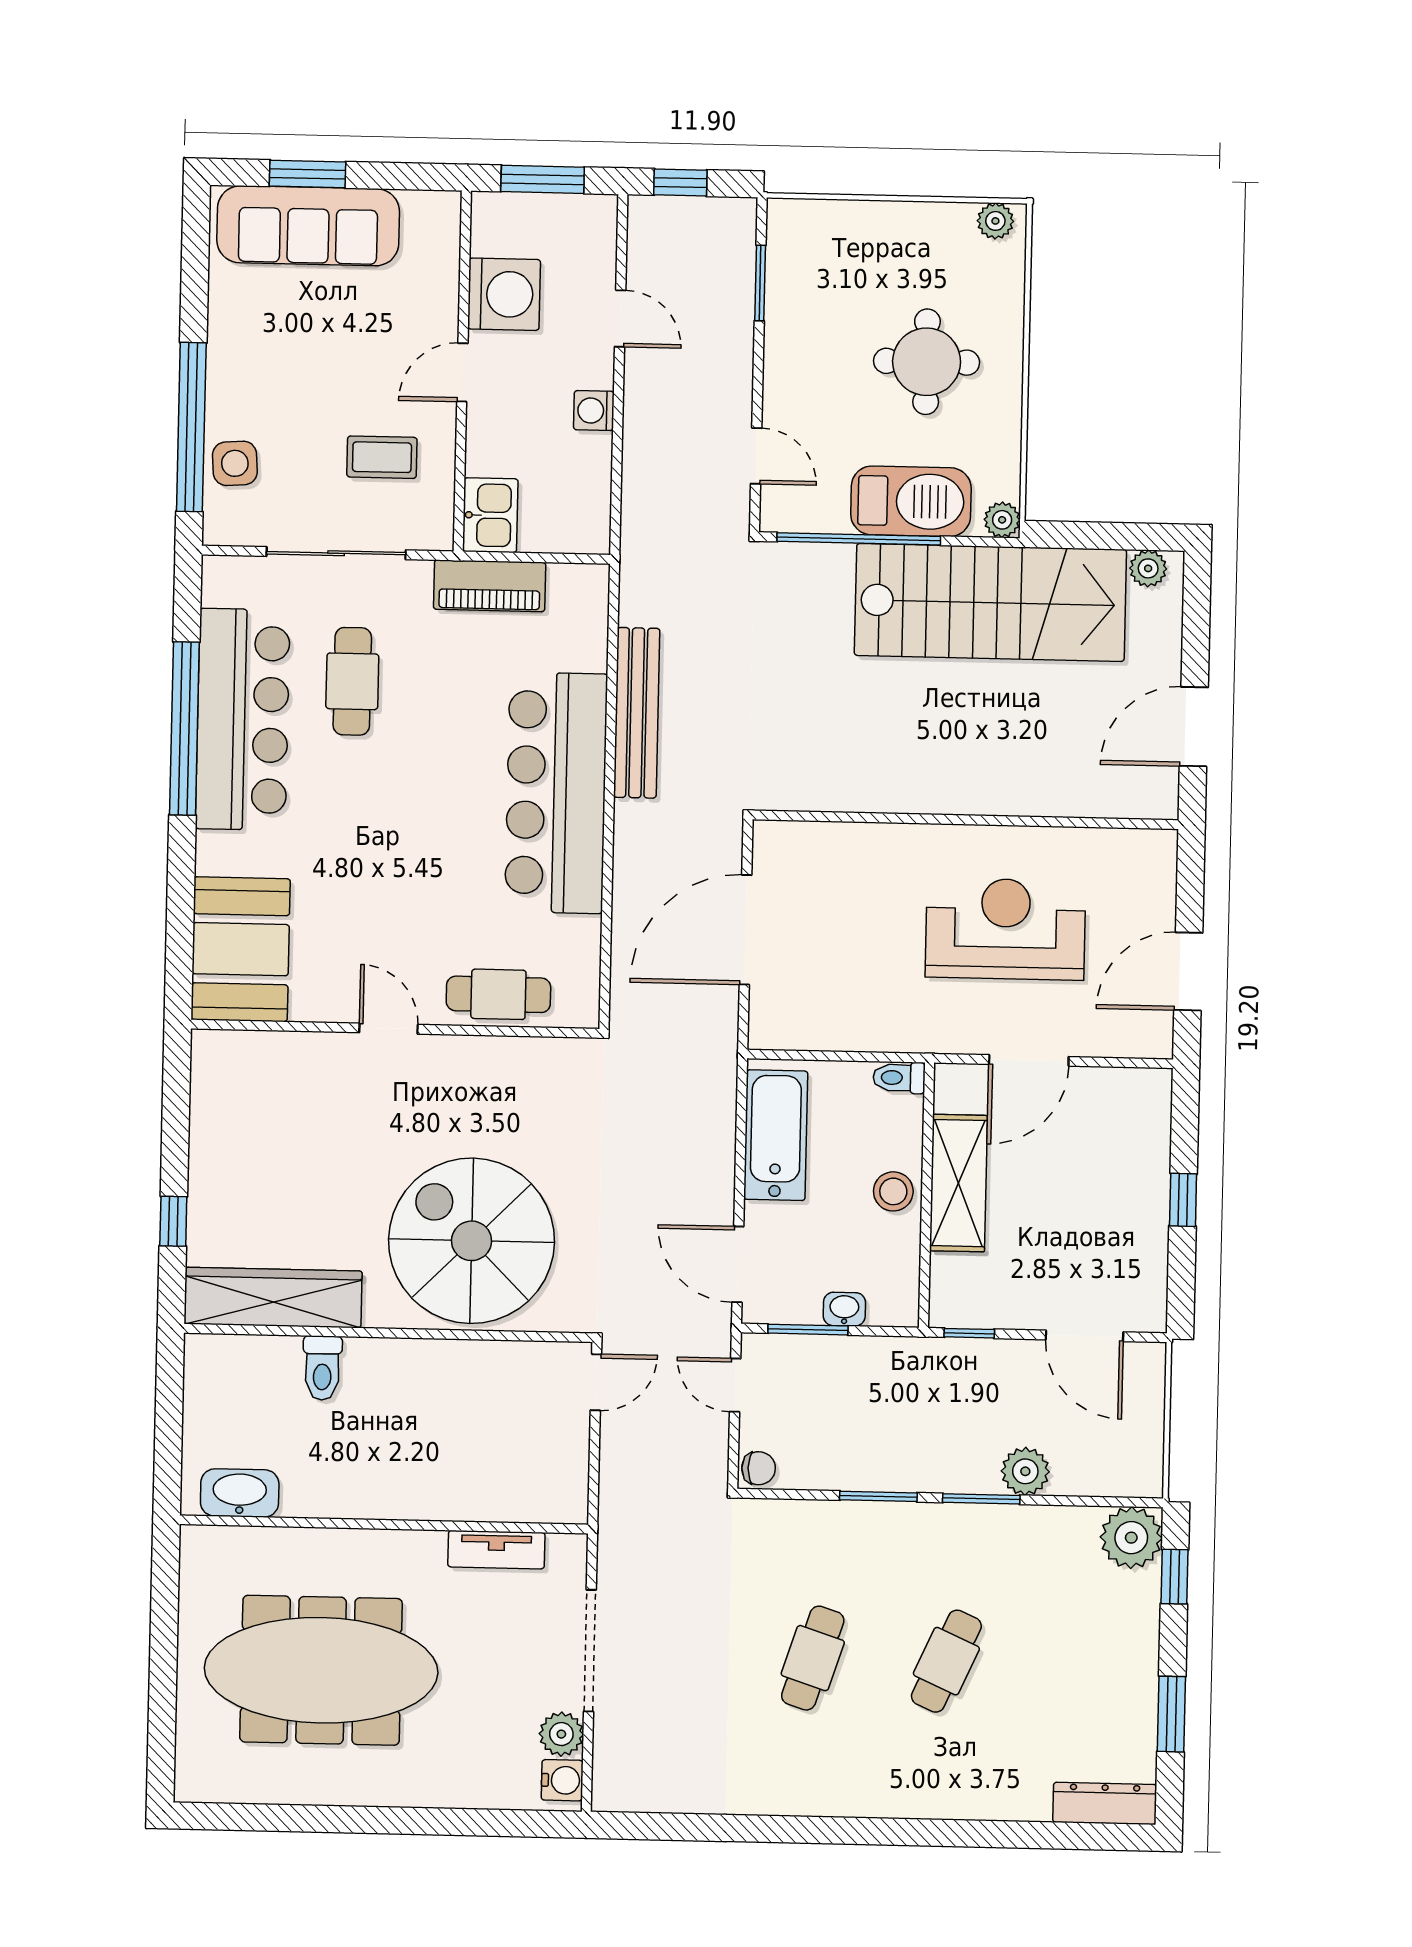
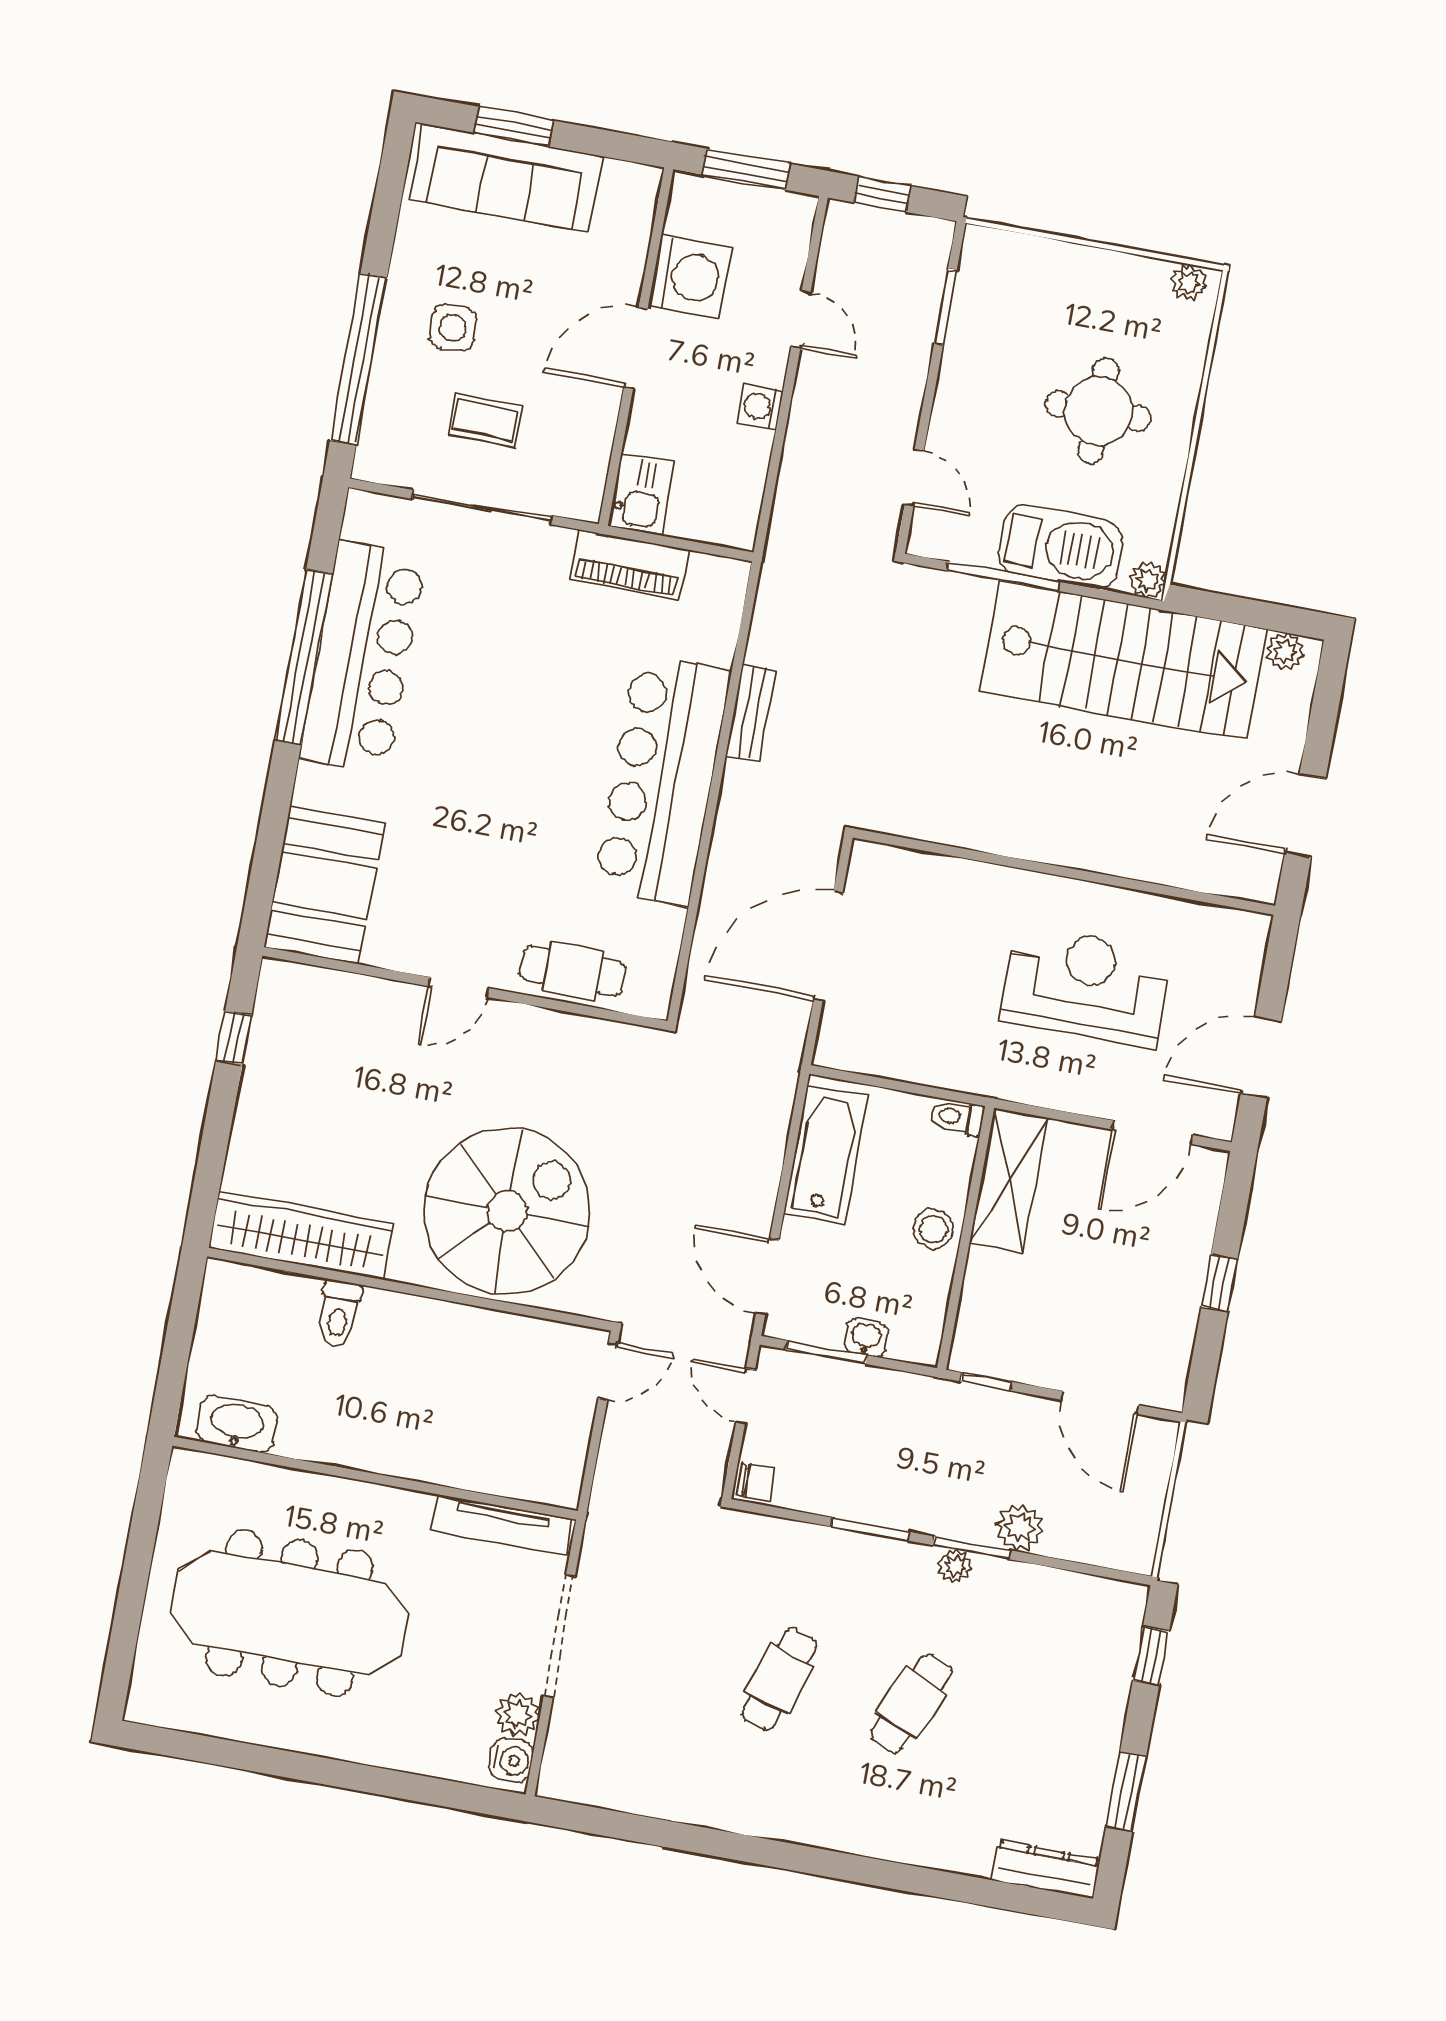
door: (462, 372) -> (636, 348), width x1.38
coffee table: (382, 457) -> (485, 420), moved
side table: (235, 463) -> (453, 328), moved
window: (859, 539) -> (1003, 576), width x0.68
cafe table: (352, 681) -> (478, 637), removed
bench: (637, 713) -> (751, 713), width x0.54, depth x0.82
door: (389, 1029) -> (458, 987), swing flipped
door: (1029, 1060) -> (1152, 1132), moved
shelving: (958, 1183) -> (1009, 1180), moved
window: (173, 1221) -> (234, 1038), moved
spiral stairs: (472, 1241) -> (507, 1211), turned 90
plant: (1131, 1538) -> (955, 1566), moved, width x0.53, depth x0.53
tv unit: (496, 1550) -> (502, 1525), width x1.41

